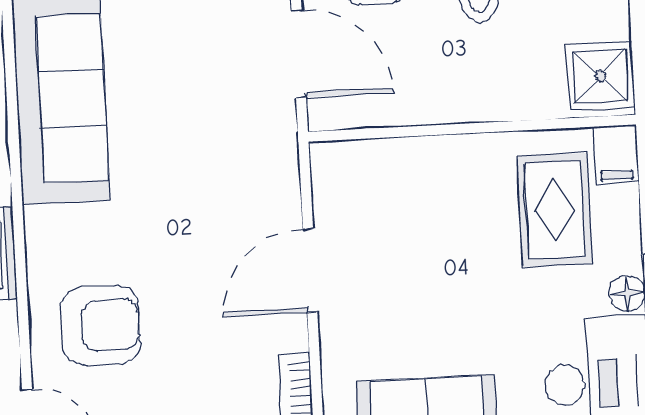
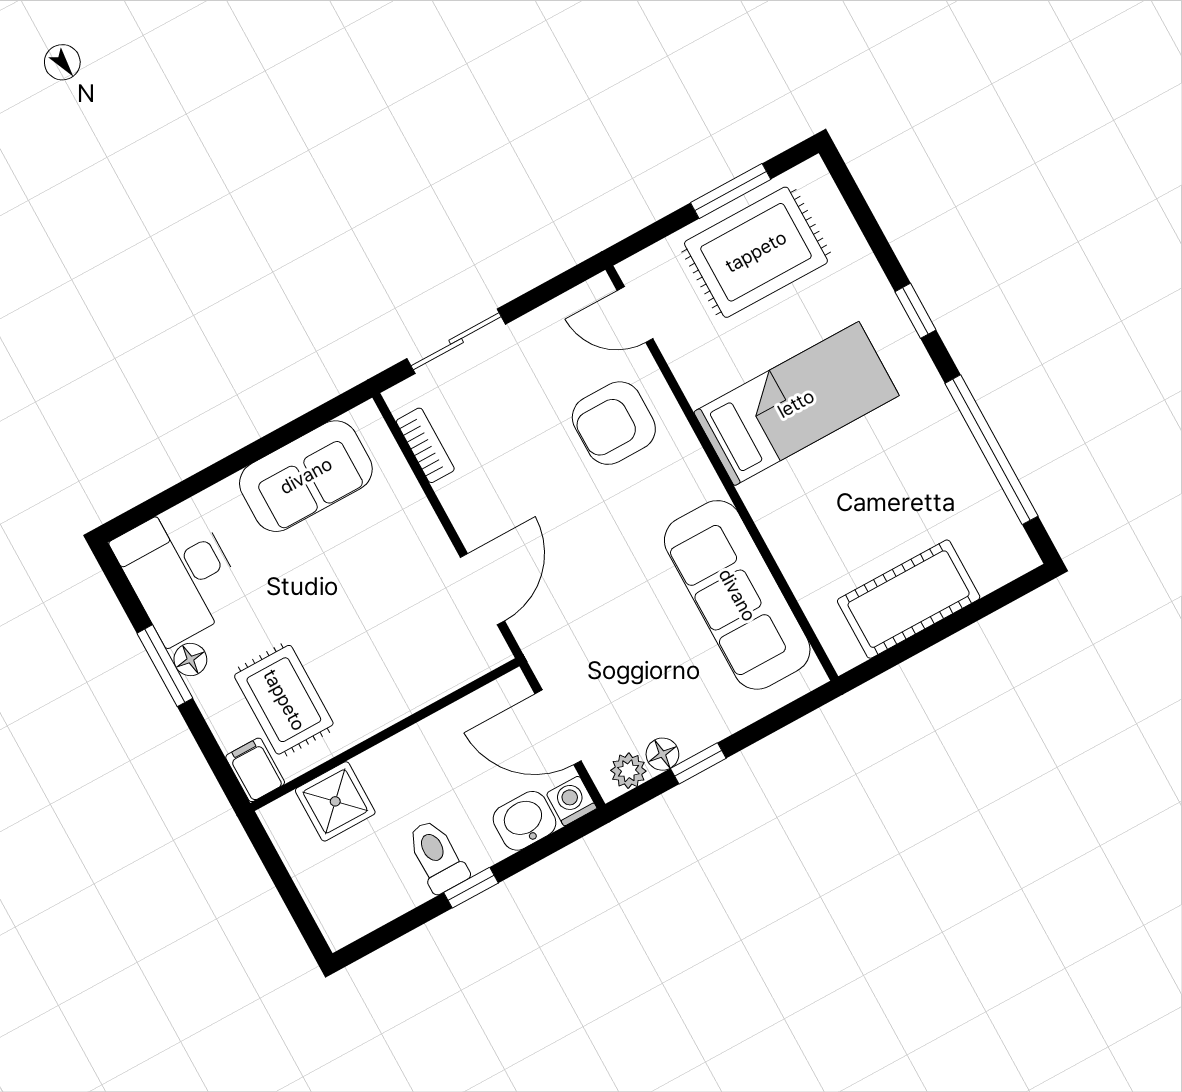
shower: (601, 76) -> (335, 801), moved
door: (310, 270) -> (482, 589), moved

